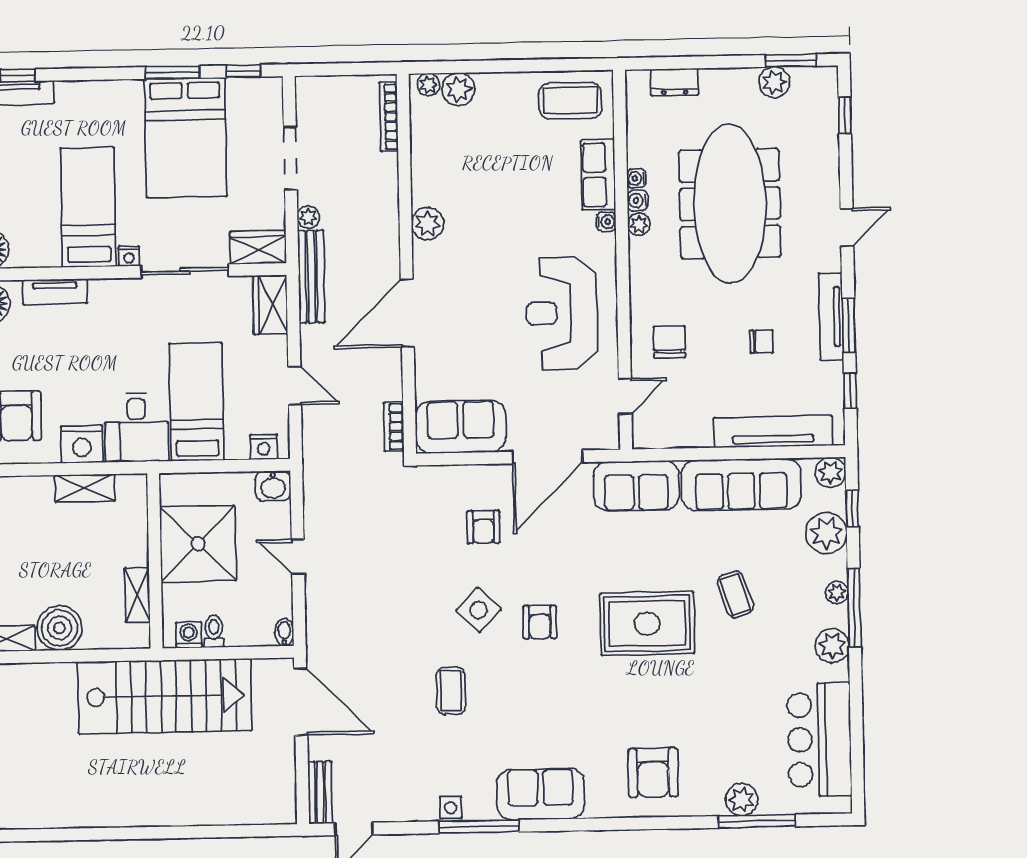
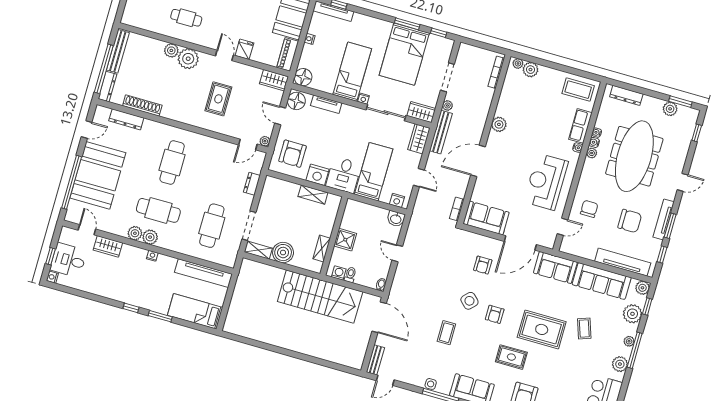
dresser: (674, 82) -> (626, 95), width x1.44
chair: (762, 341) -> (630, 221), width x1.87, depth x1.87
shower: (198, 544) -> (345, 240), width x0.54, depth x0.54
rug: (602, 700) -> (511, 357), added

